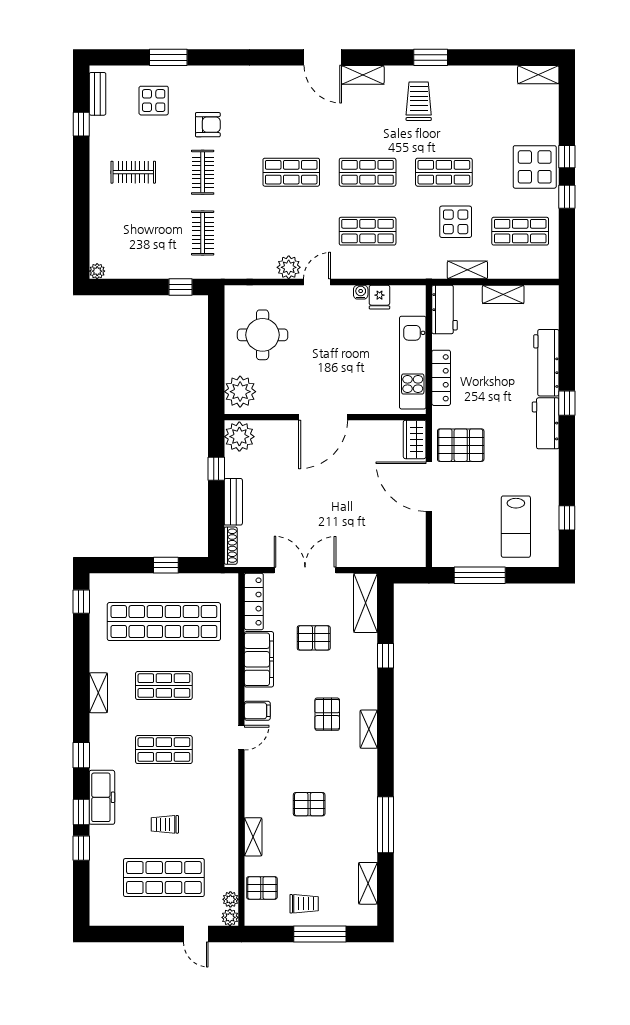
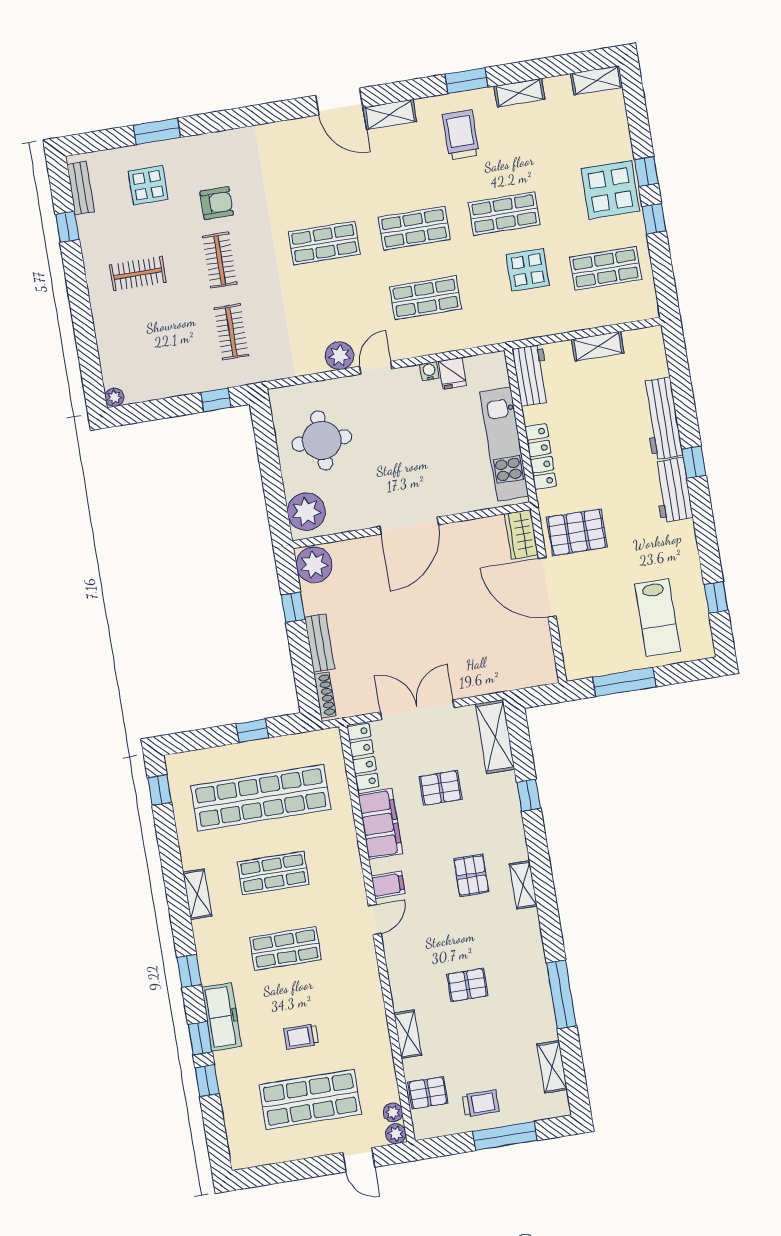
shelving: (467, 270) -> (519, 93), moved

